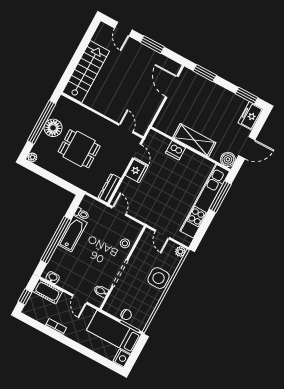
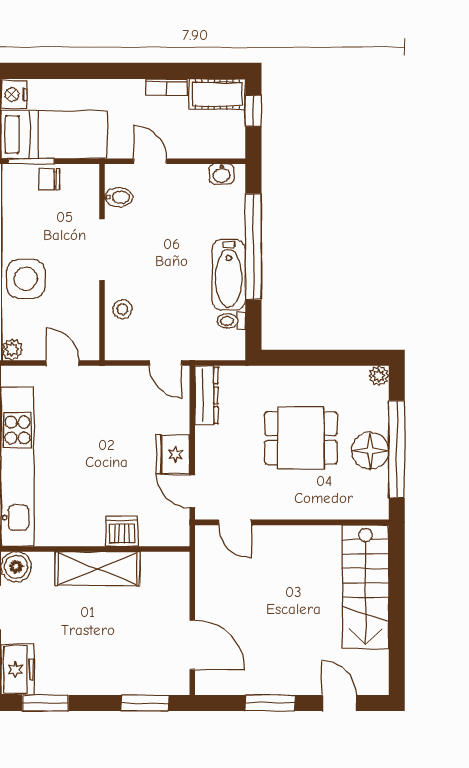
cot: (47, 291) -> (217, 94), moved

